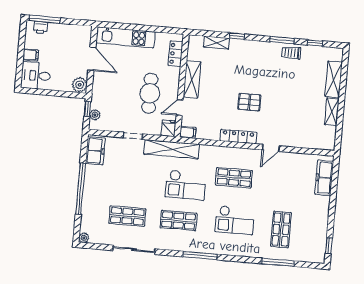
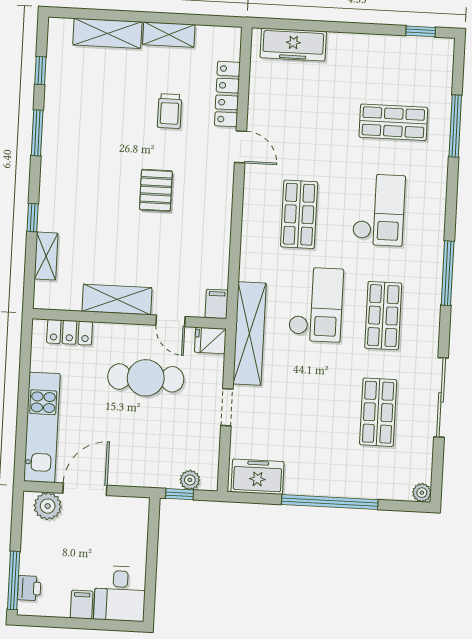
trolley: (291, 53) -> (170, 111), moved
plant: (80, 85) -> (48, 506), moved
locker: (238, 136) -> (227, 94), moved

